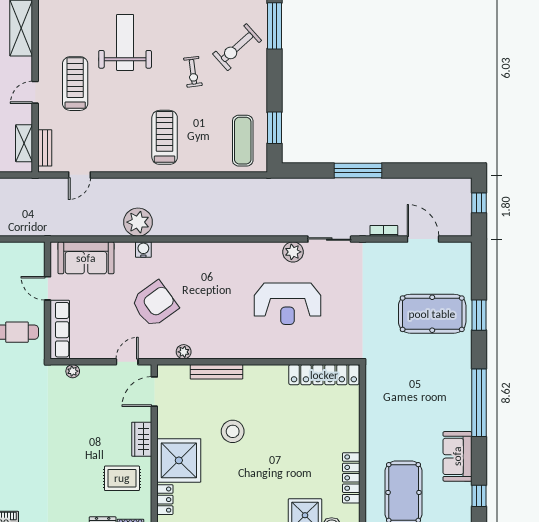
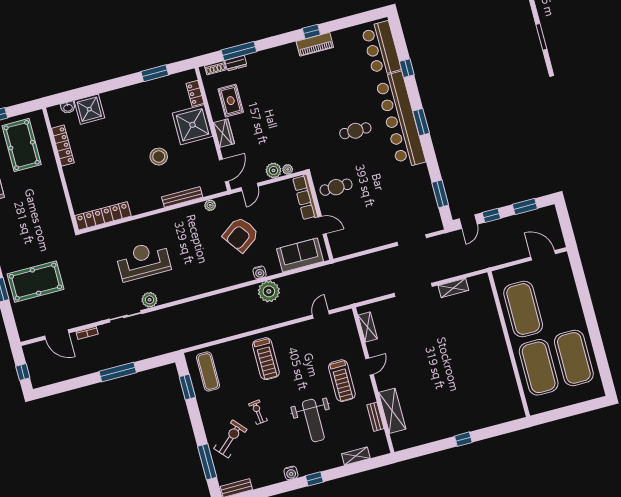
bench: (45, 148) -> (375, 417), moved
plant: (91, 375) -> (274, 170), added
rug: (122, 478) -> (231, 101), turned 90

